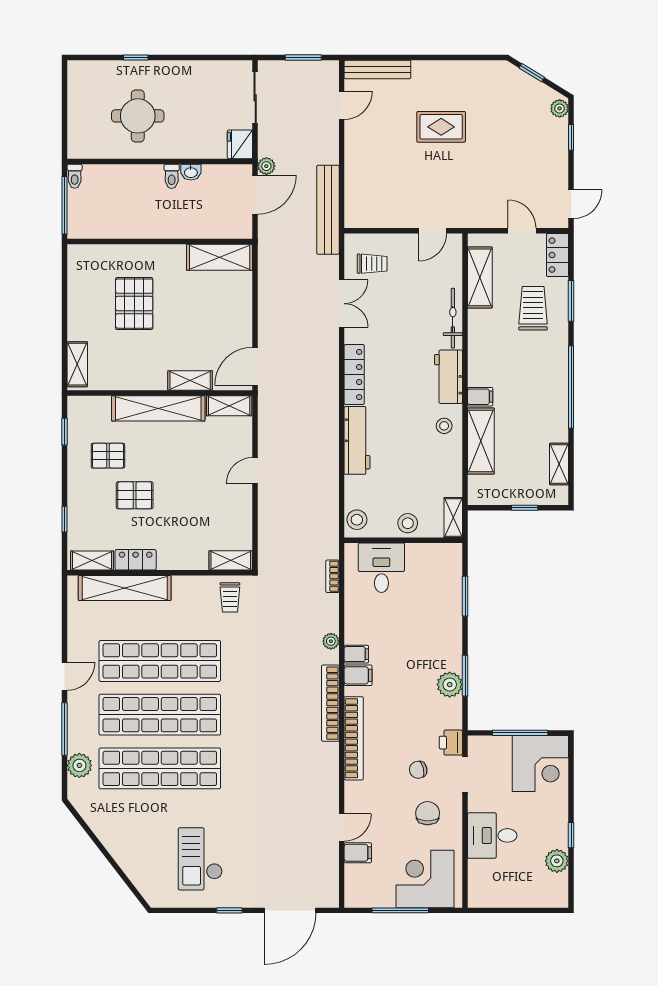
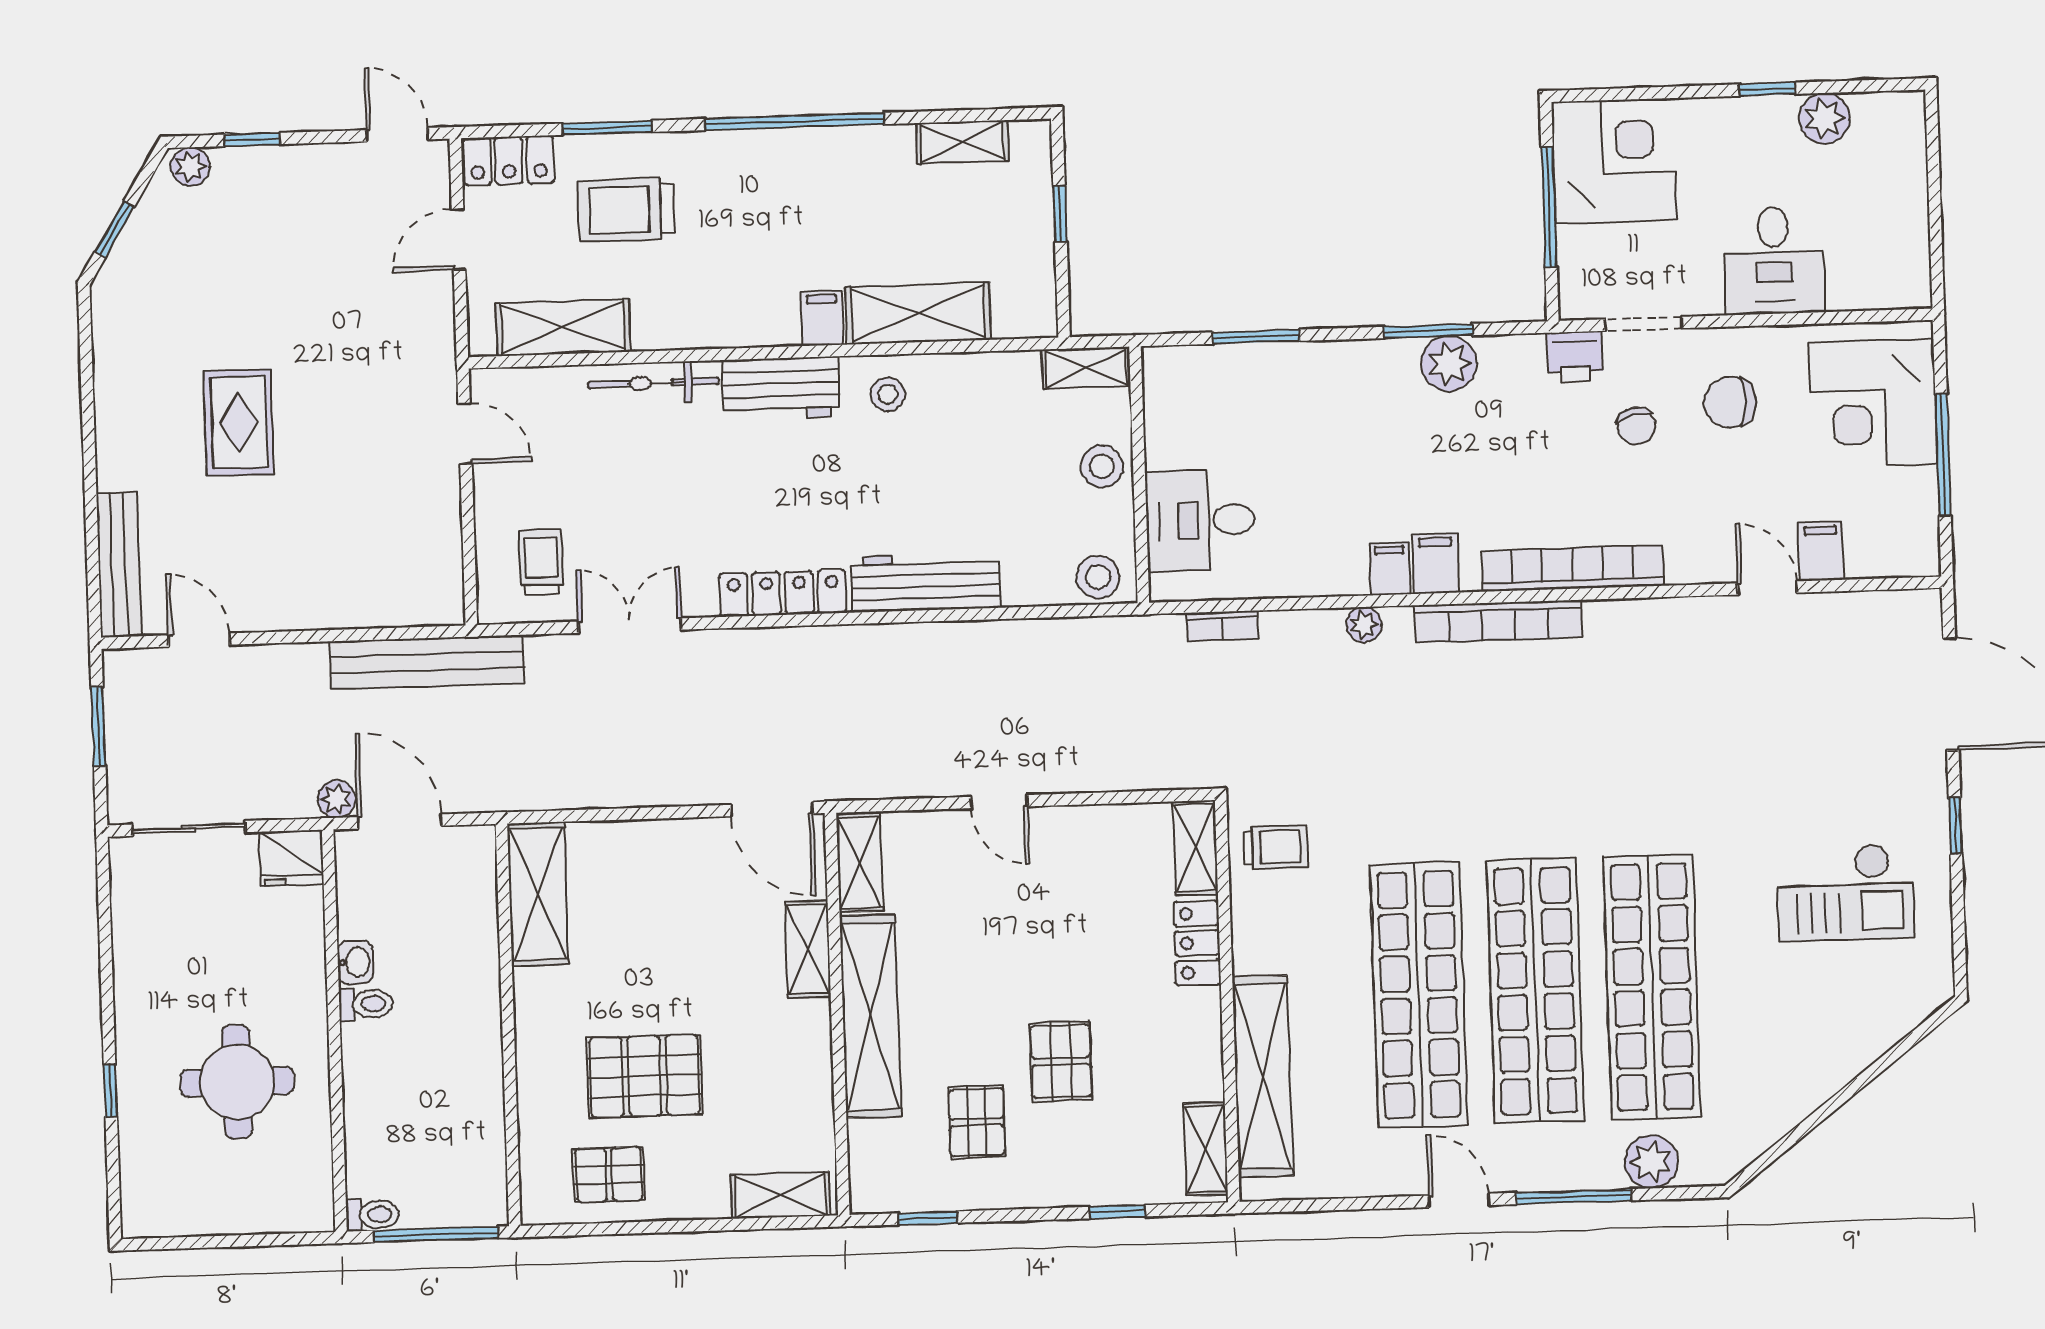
pallet: (89, 286) -> (609, 1175), added
locker: (136, 560) -> (1197, 943), moved

